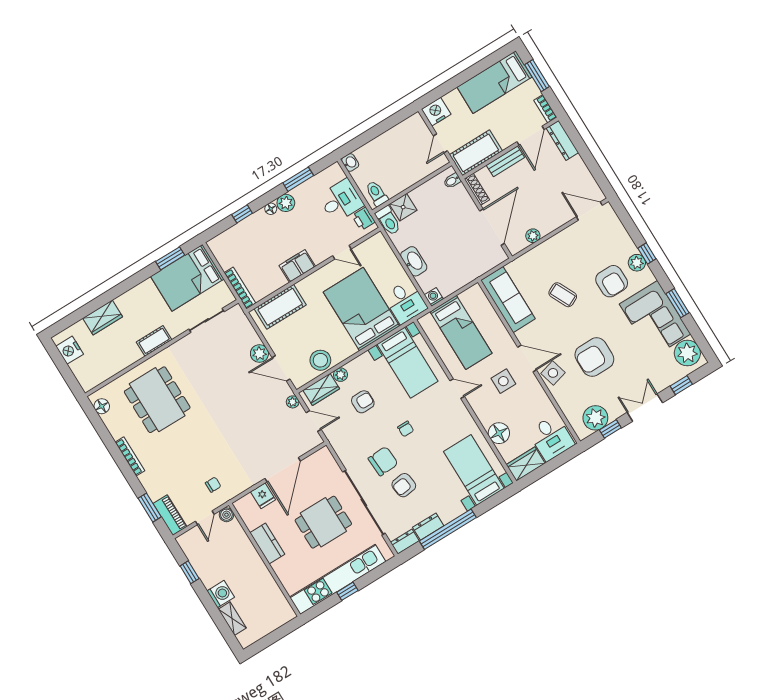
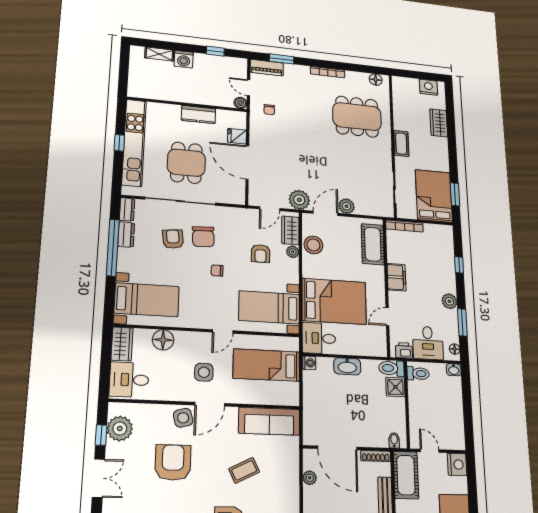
floor lamp: (271, 209) -> (455, 349), moved
plant: (293, 402) -> (299, 200), width x1.87, depth x1.87

